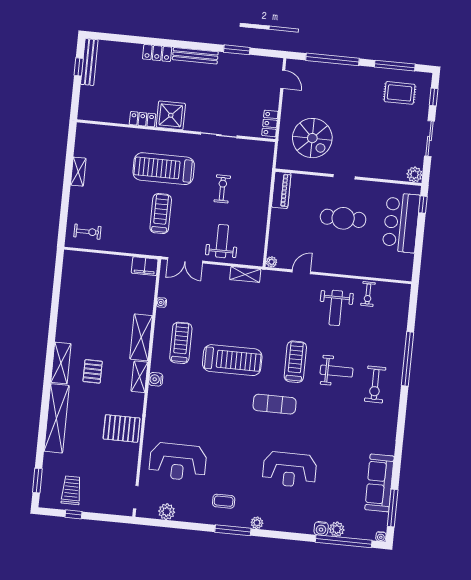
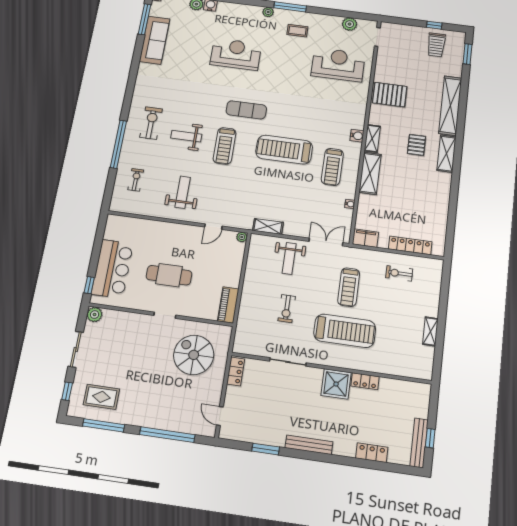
locker: (157, 53) -> (372, 453), moved
exercise bike: (87, 232) -> (399, 273), moved
locker: (99, 260) -> (410, 245), added
exercise bike: (368, 294) -> (136, 180), moved

